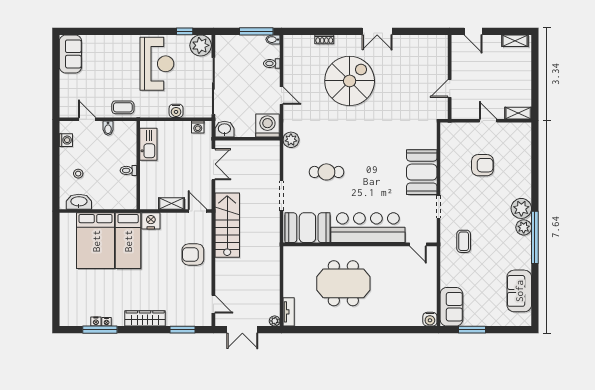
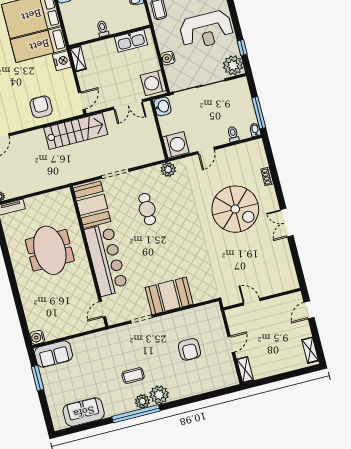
washing machine: (198, 127) -> (153, 83), width x1.89, depth x1.89
shelving: (172, 204) -> (78, 59), moved
coffee table: (464, 241) -> (133, 376), moved

